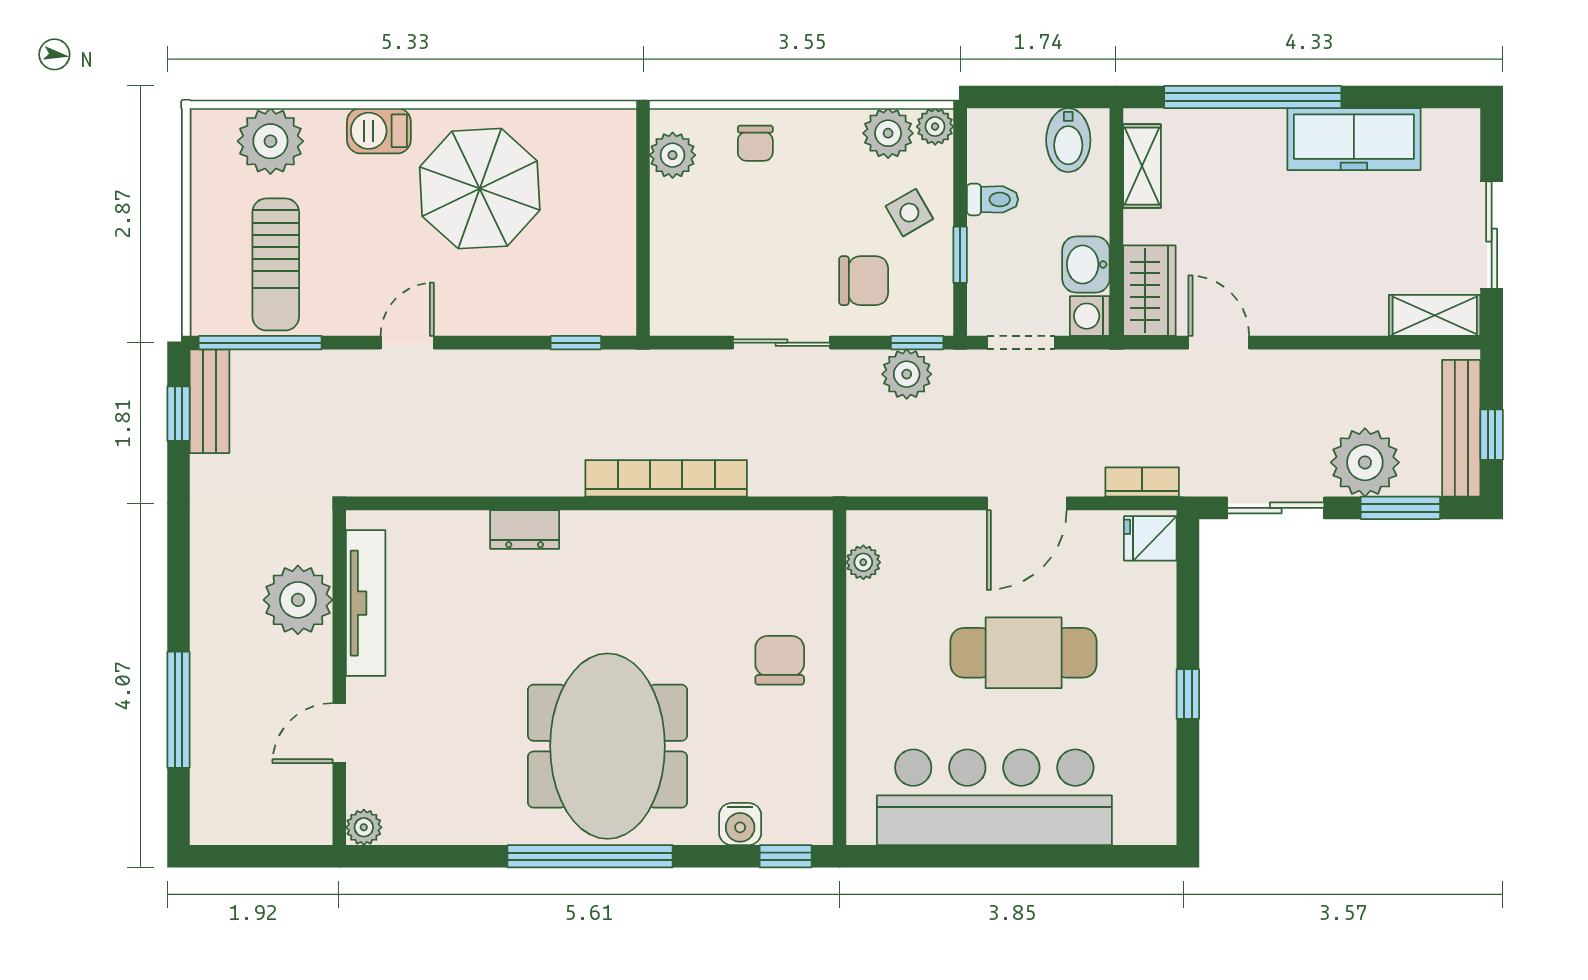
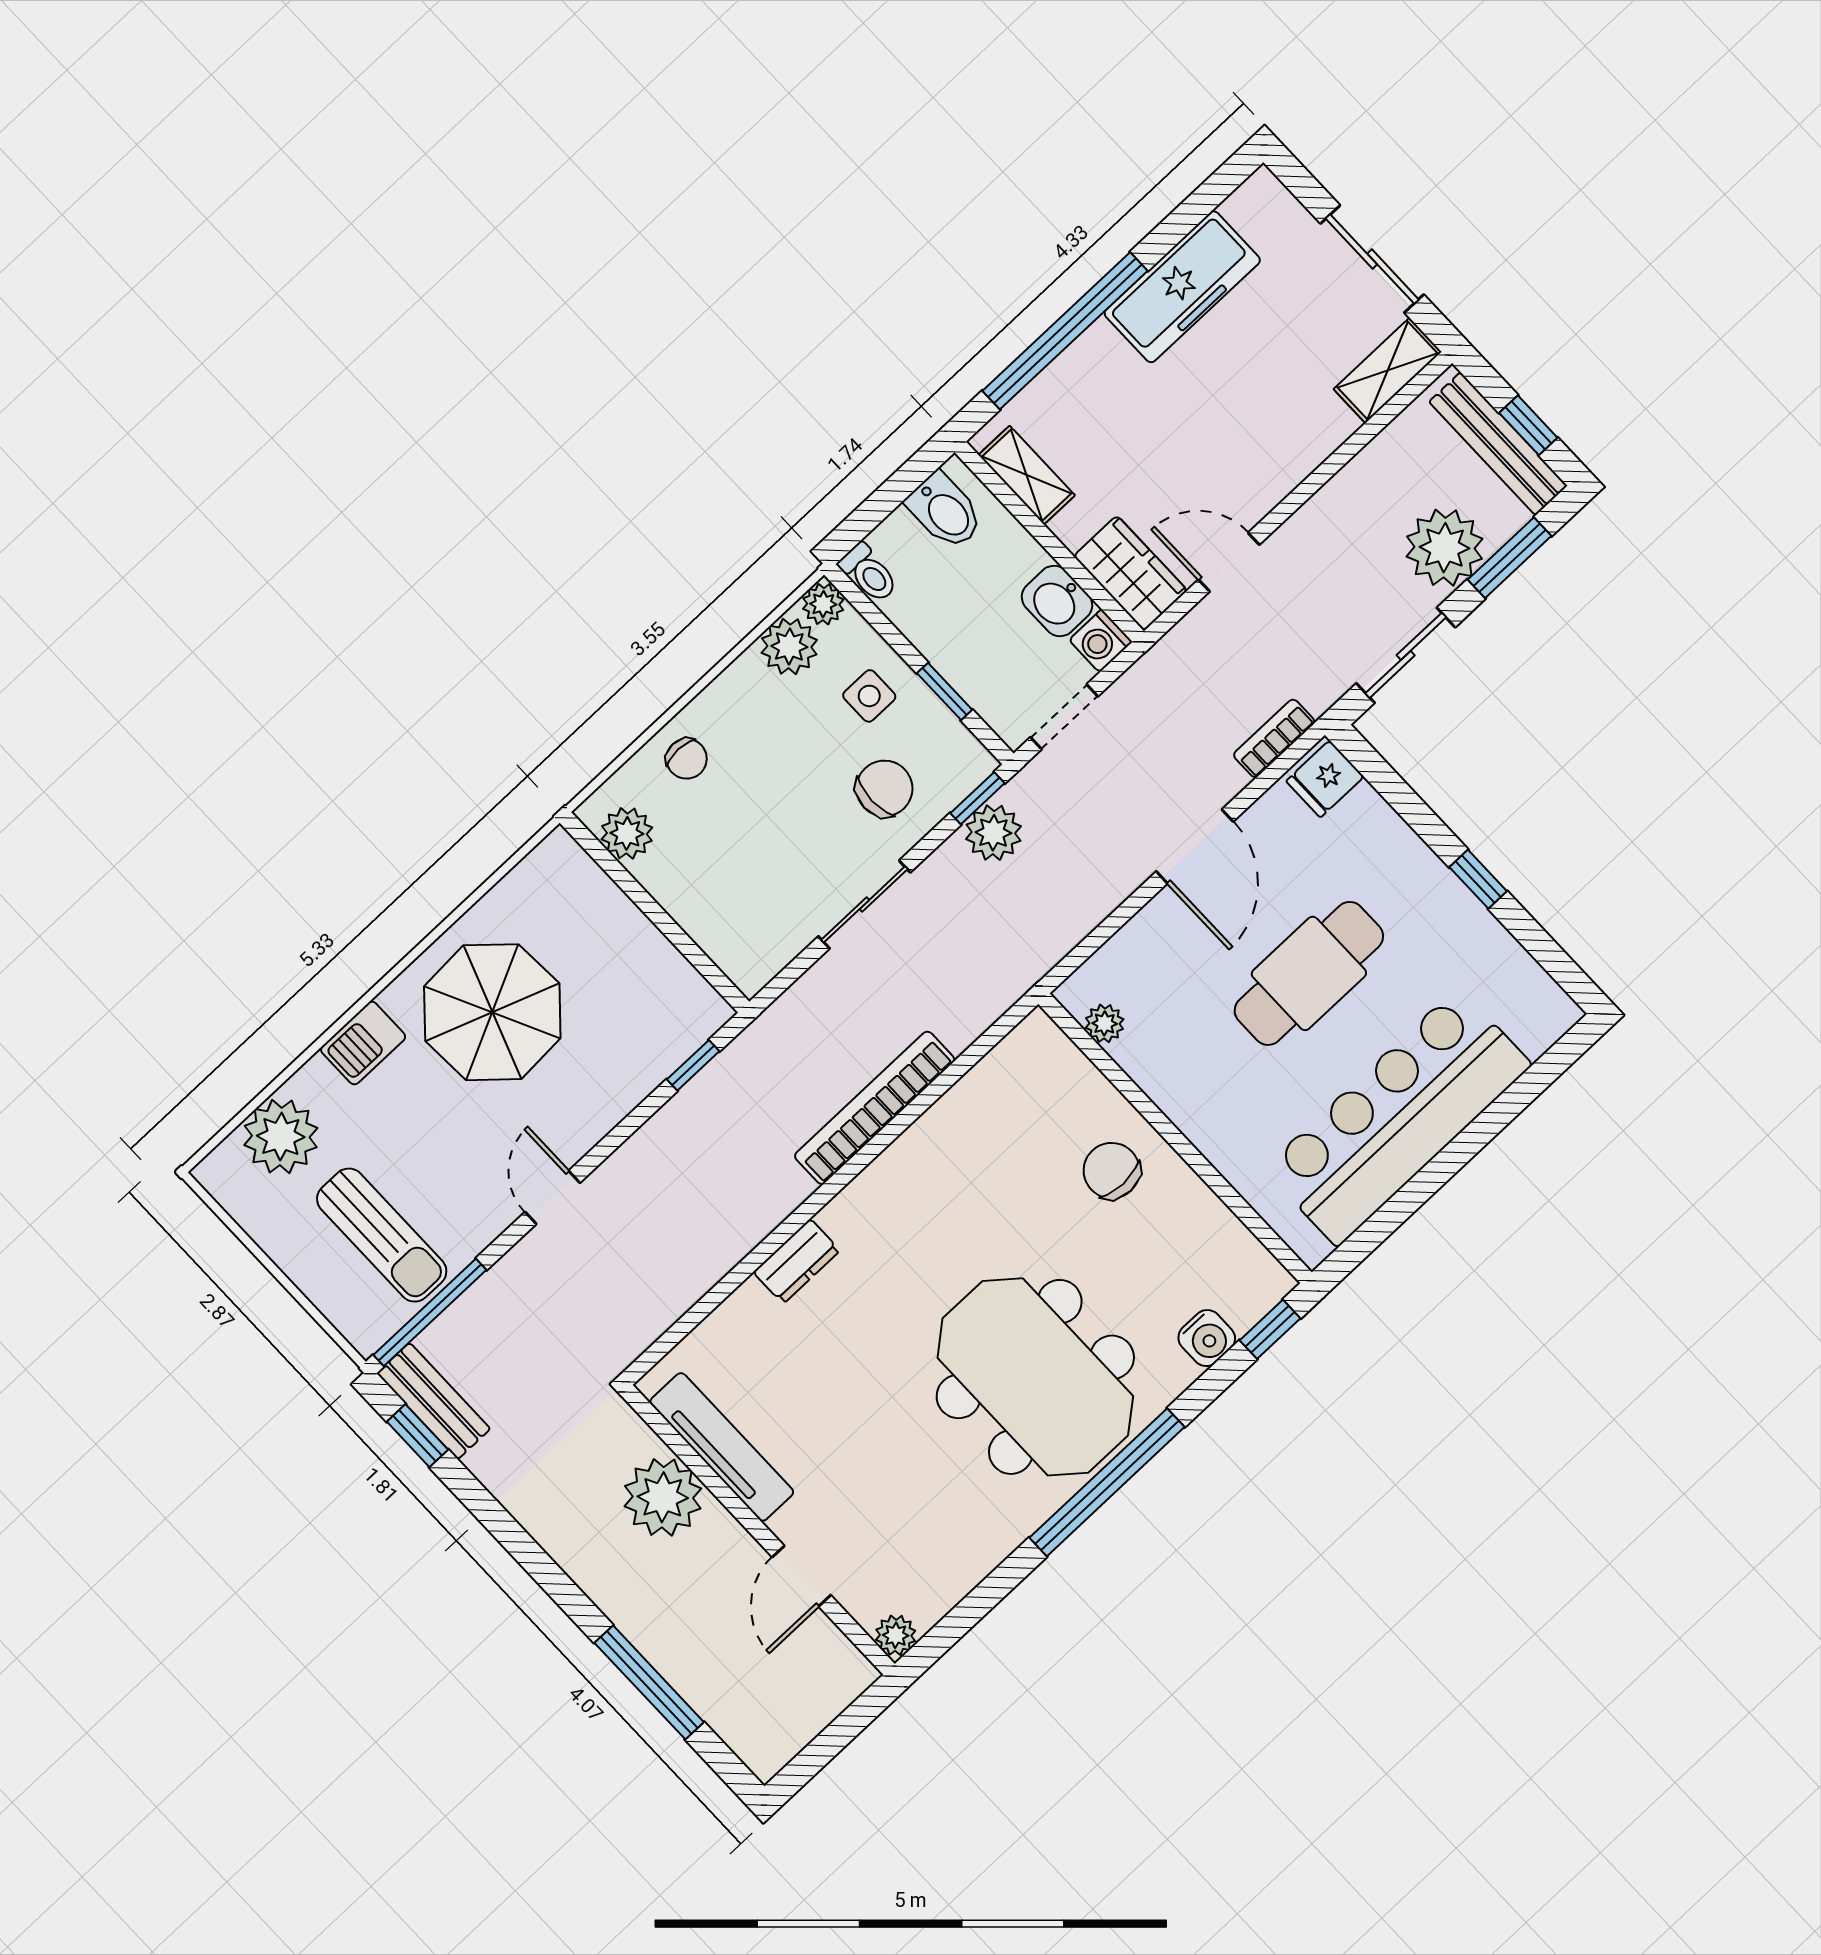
toilet: (992, 199) -> (869, 573), moved, turned 90
side table: (909, 213) -> (869, 696), turned 30

